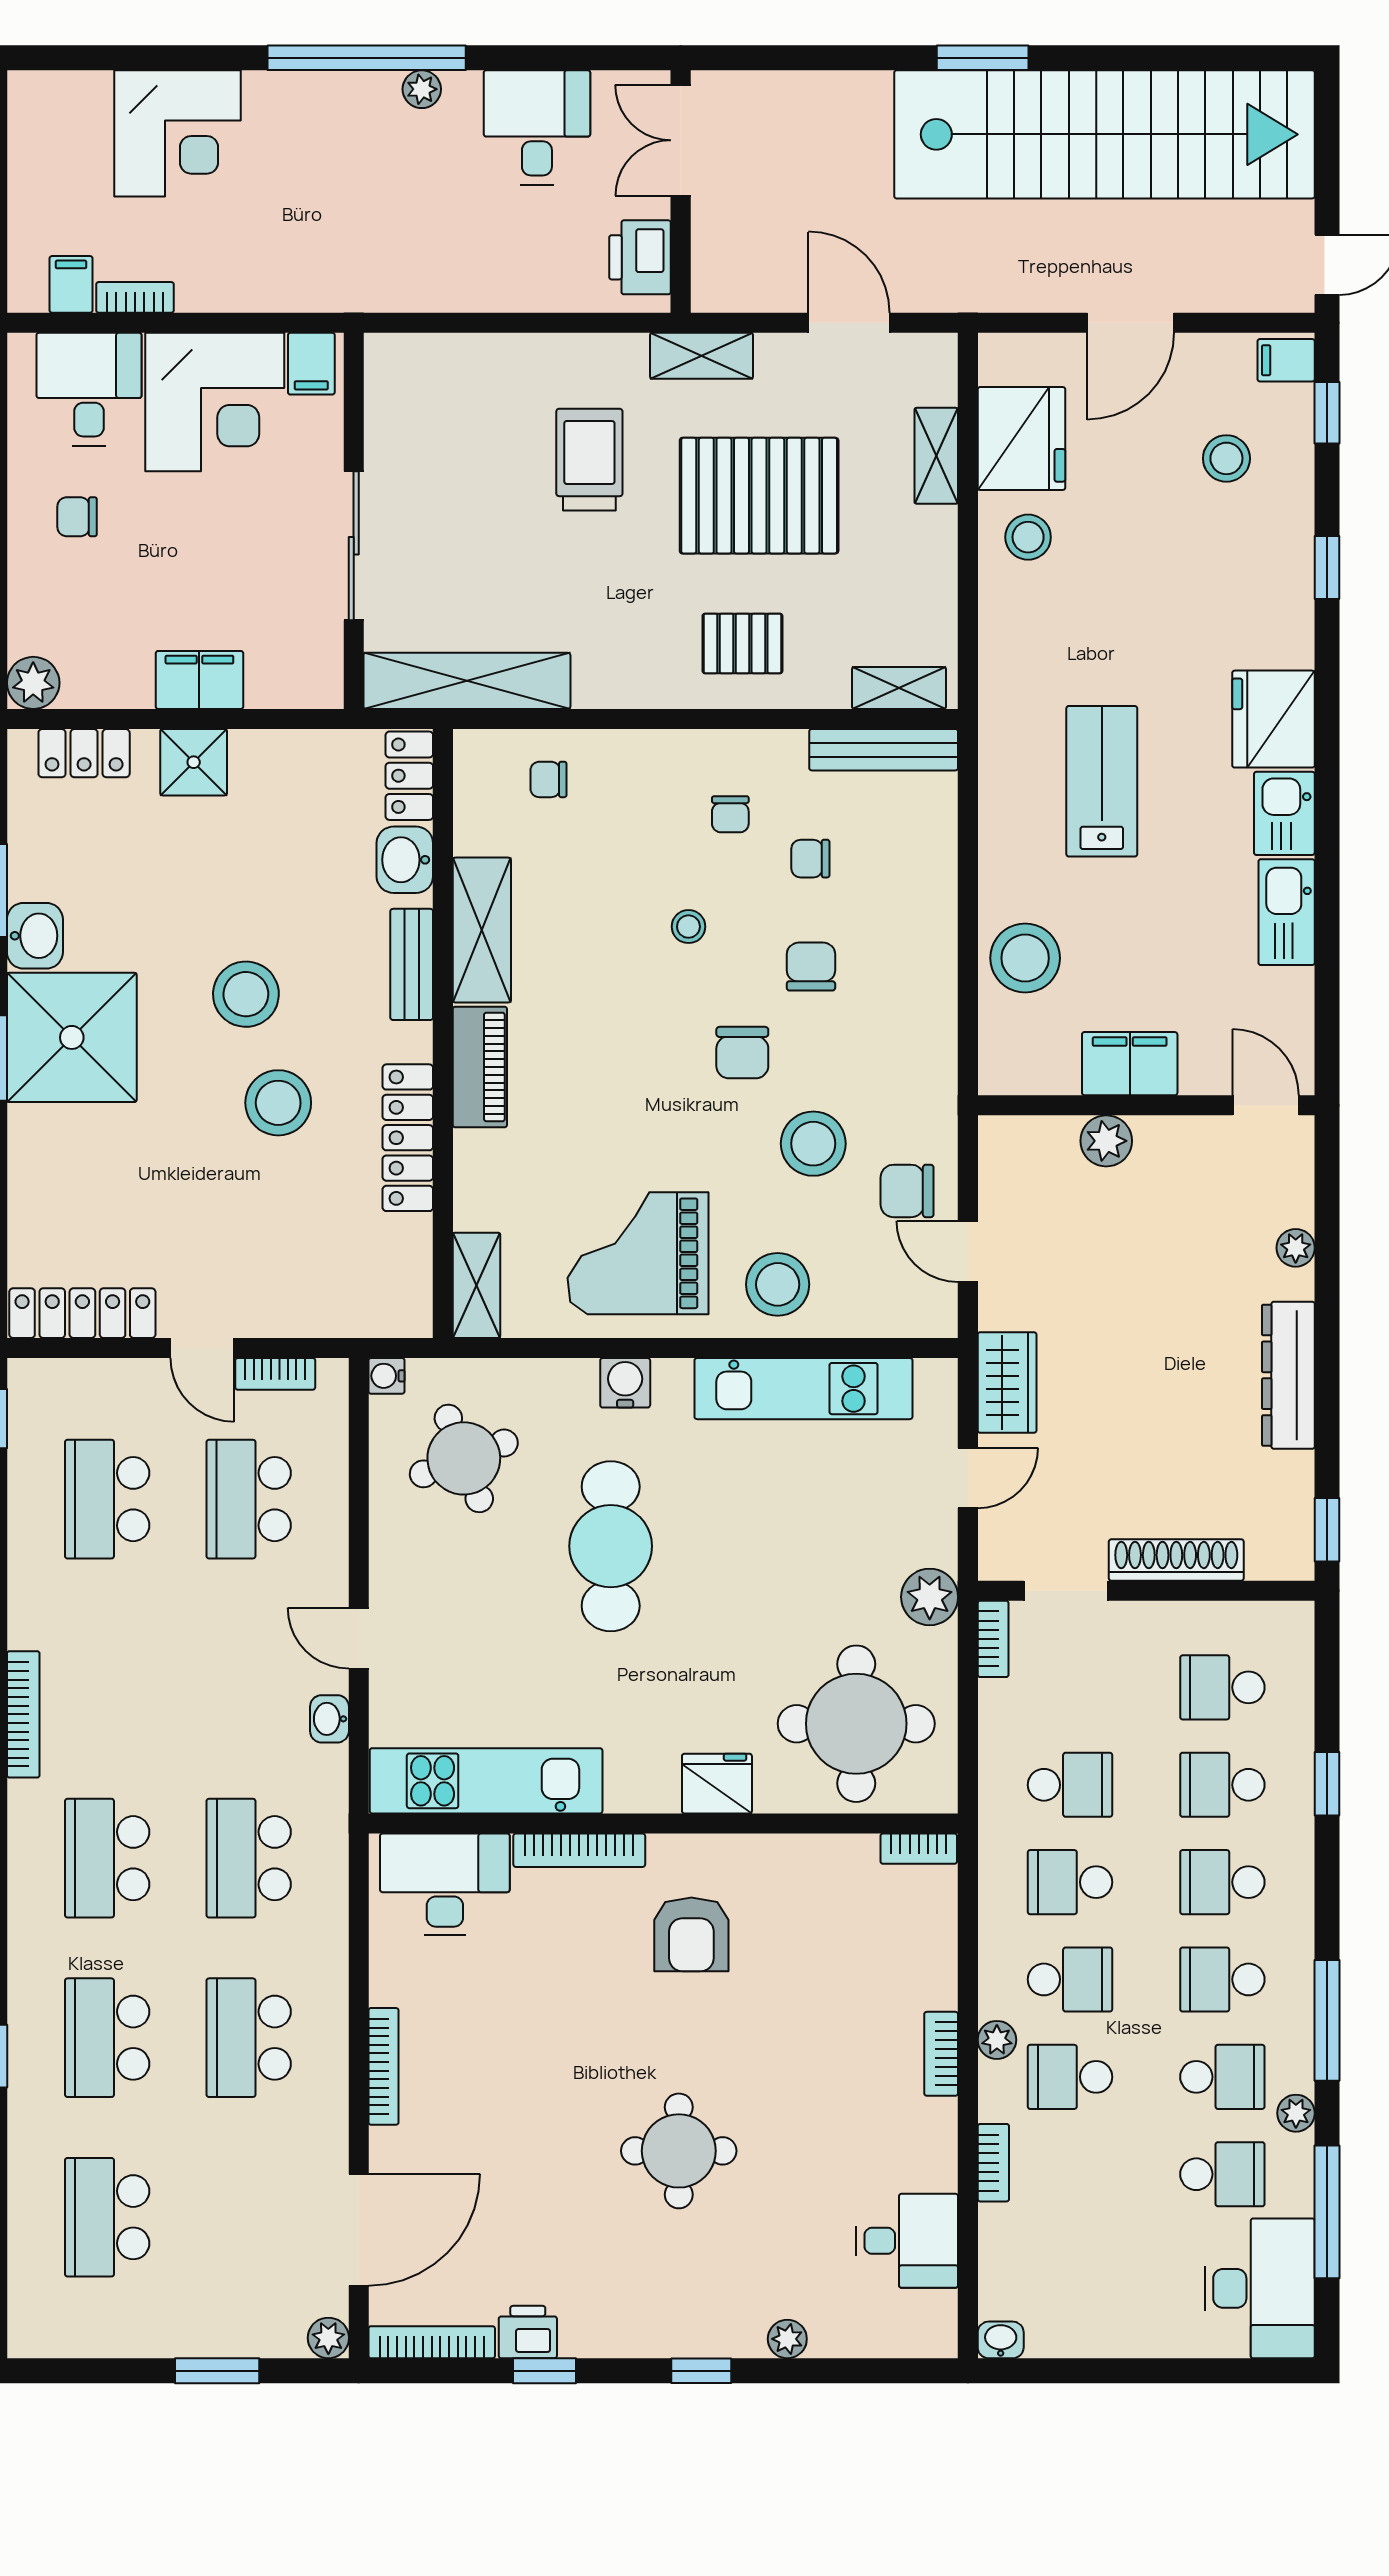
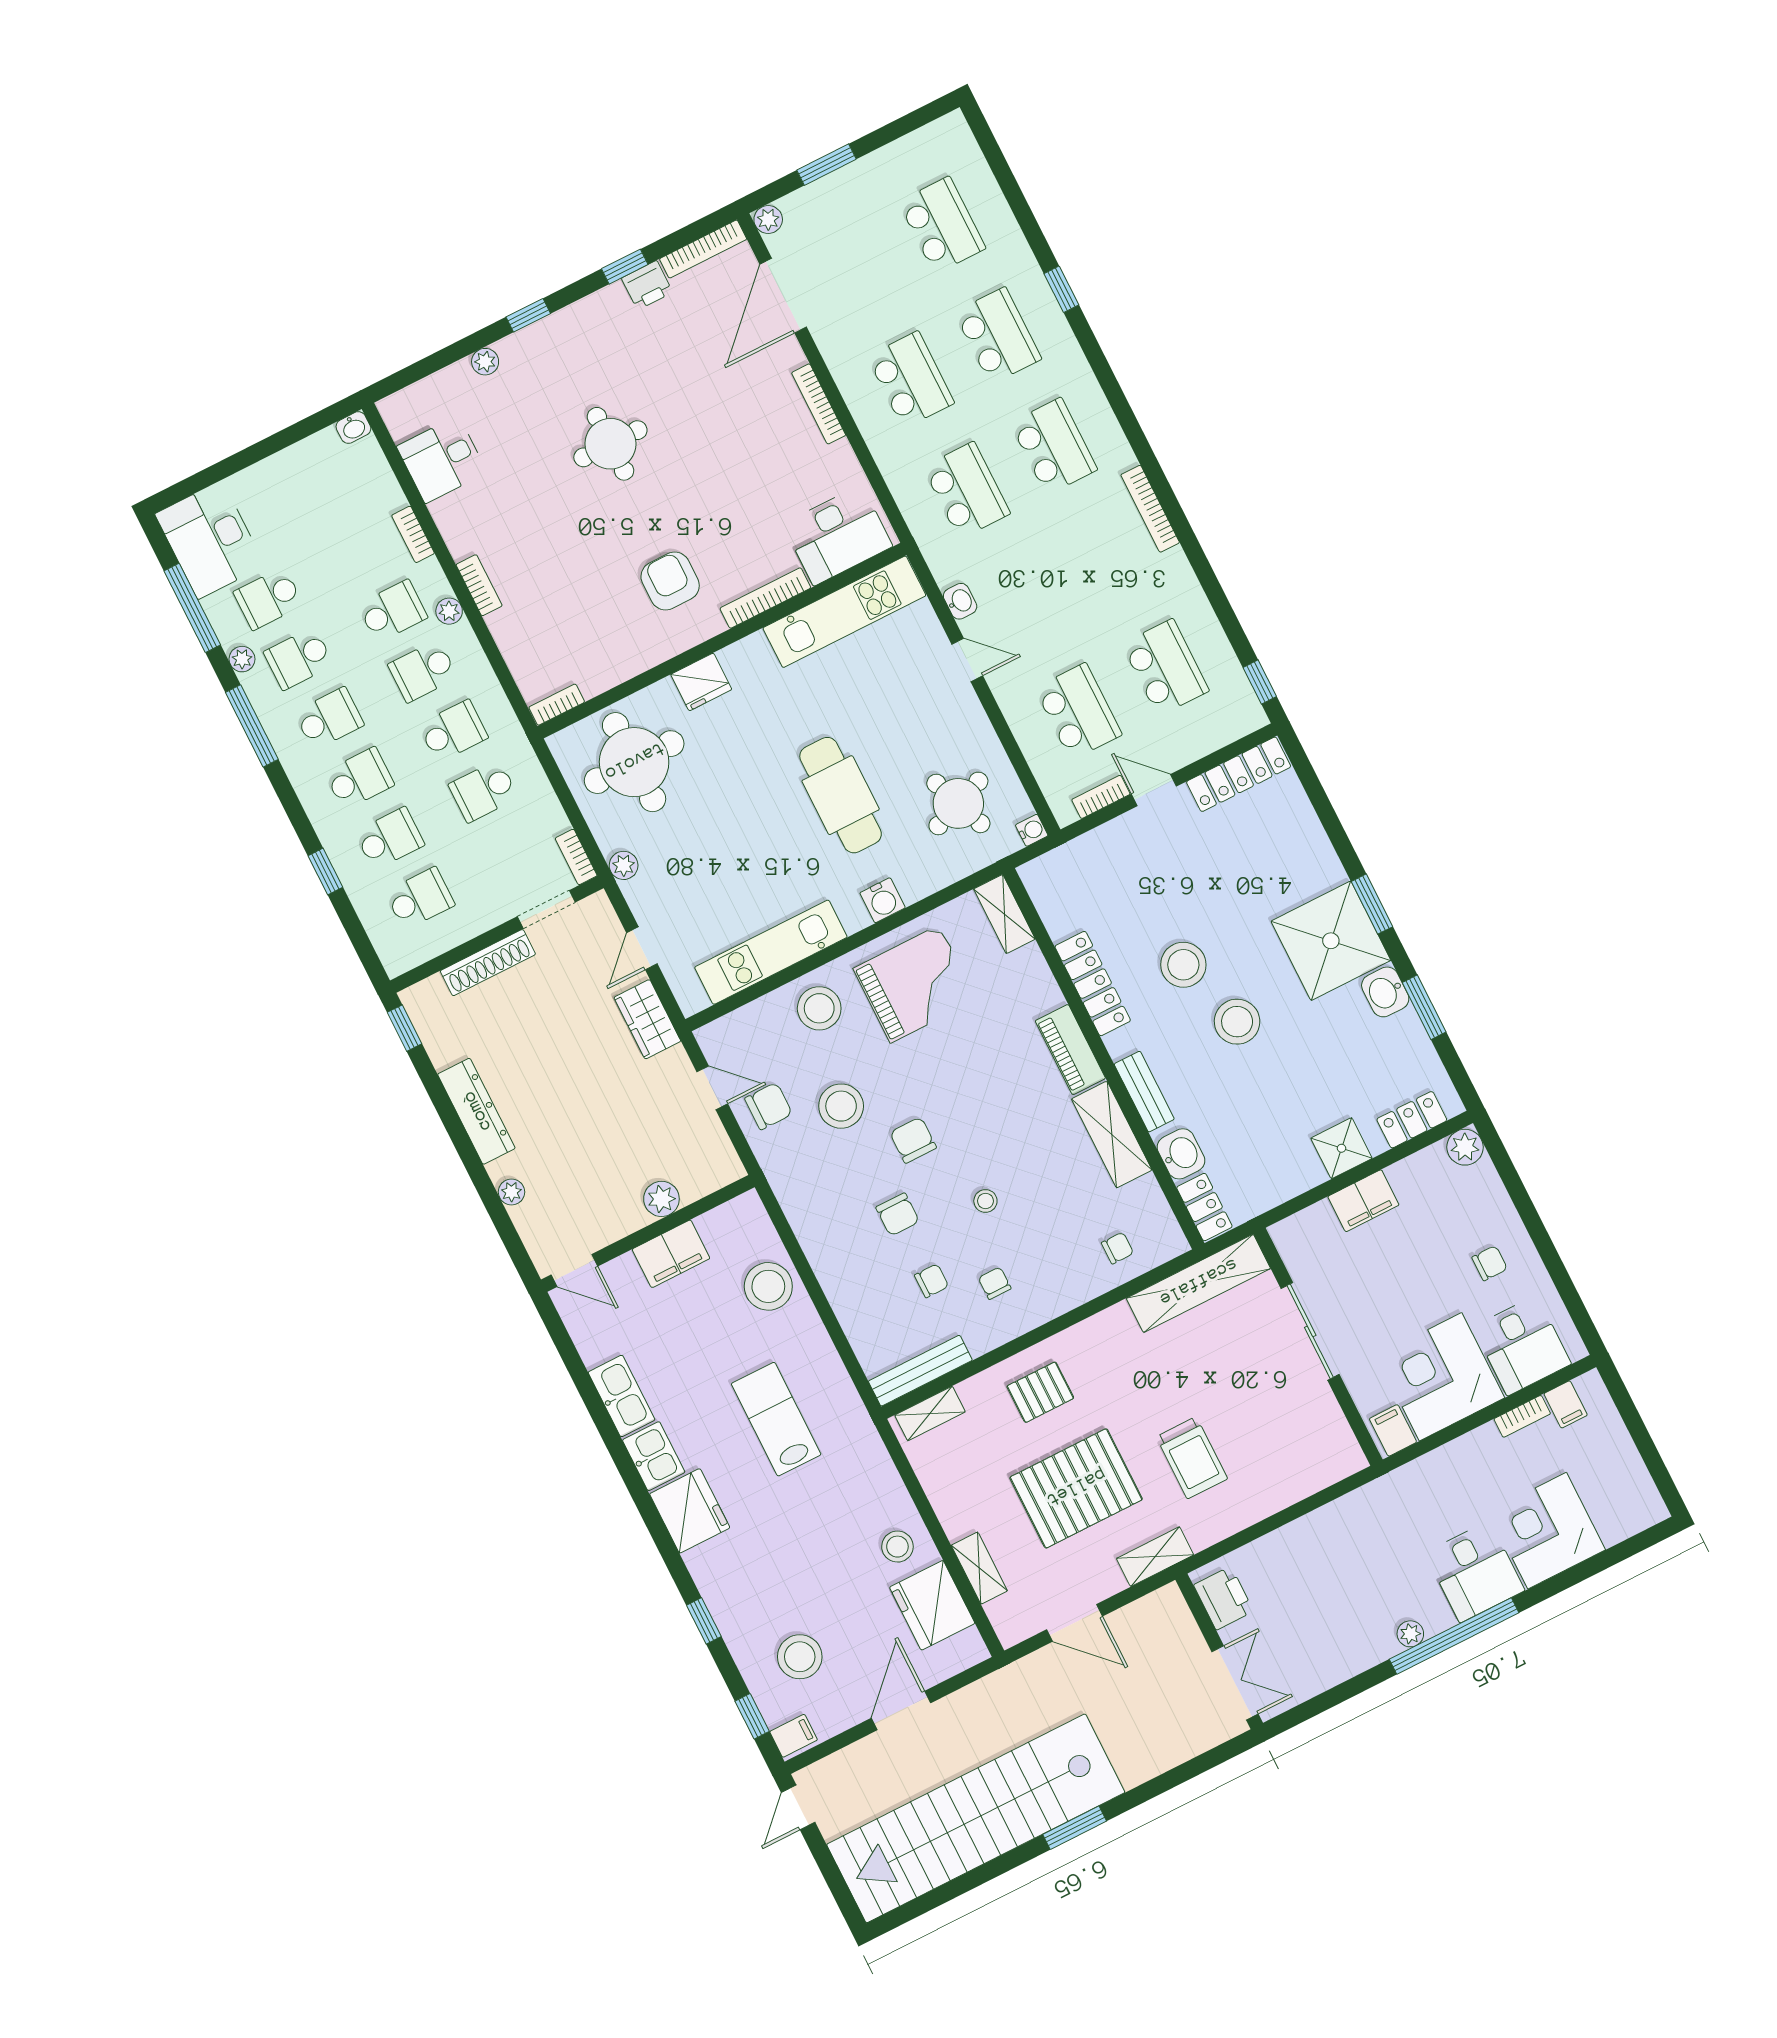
desk: (537, 127) -> (1475, 1572), moved
stool: (1226, 458) -> (800, 1657), width x1.38, depth x1.38
lab bench: (1102, 781) -> (776, 1419), turned 180
plant: (930, 1597) -> (624, 865), width x0.73, depth x0.73

